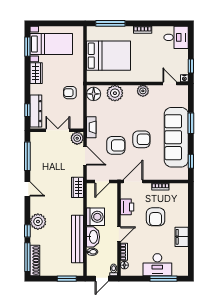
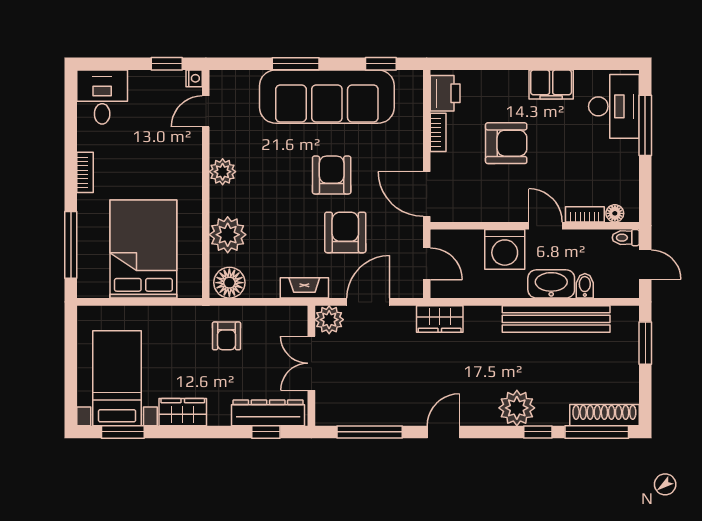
printer: (127, 207) -> (445, 93), moved, turned 90
washing machine: (96, 217) -> (505, 249), moved, turned 180
desk: (157, 265) -> (614, 106), moved

